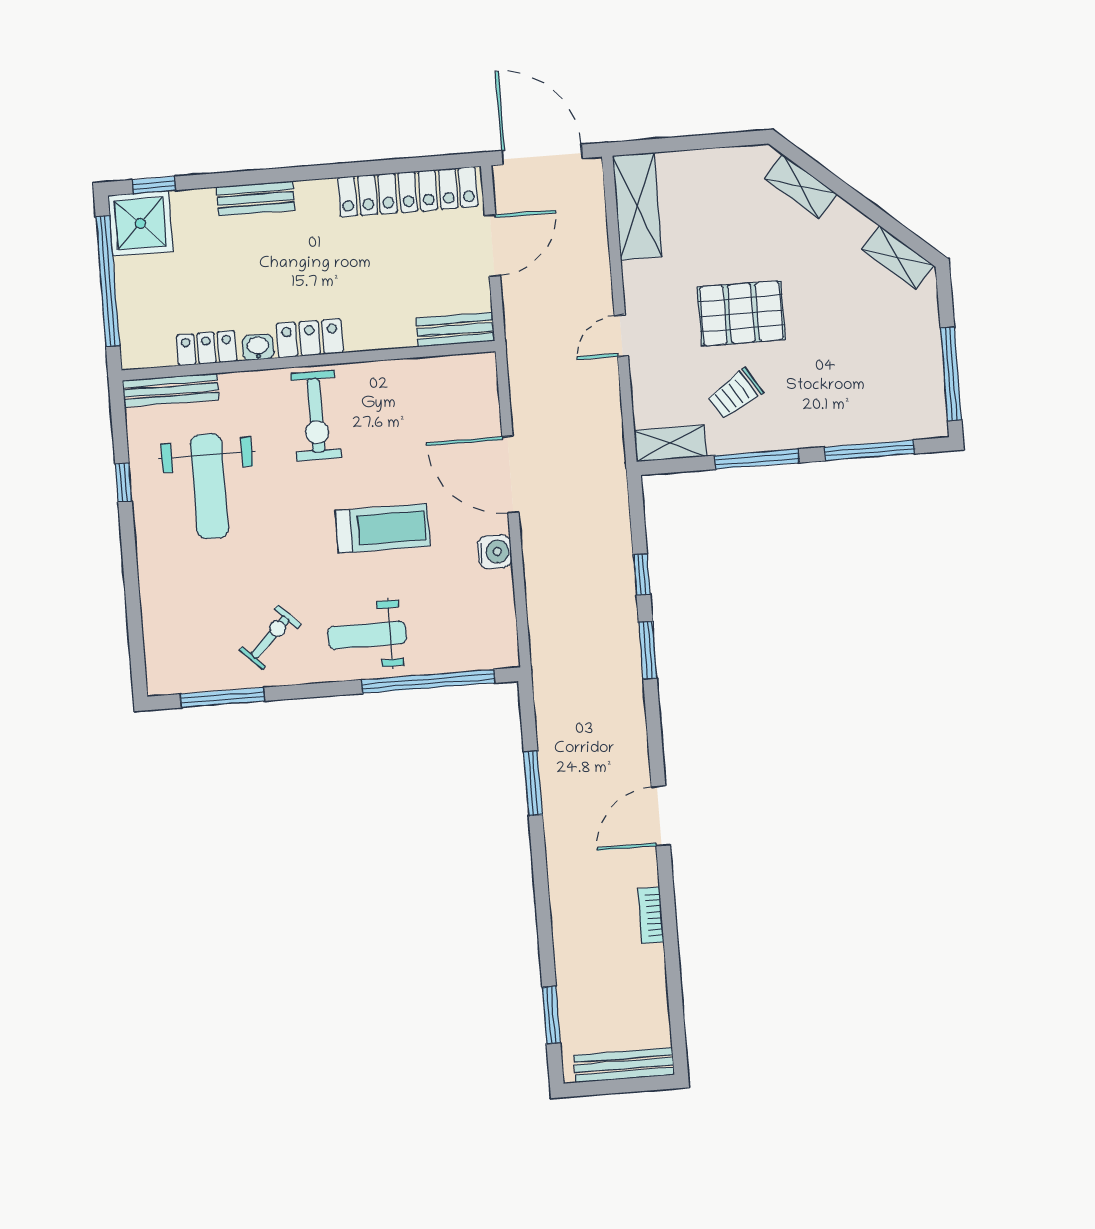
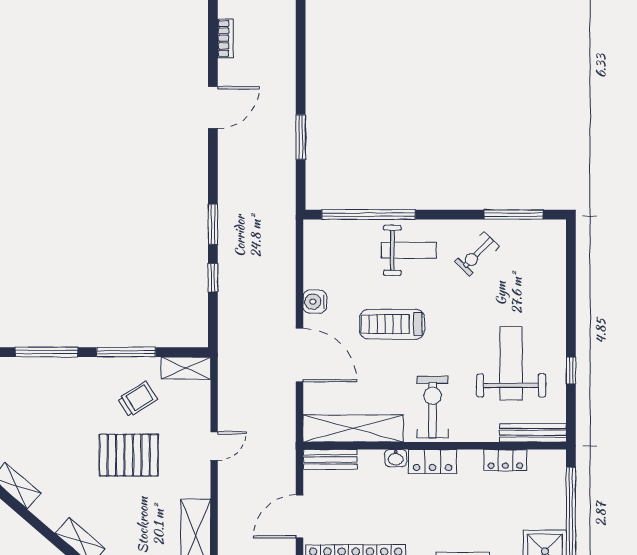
washbasin: (258, 347) -> (396, 458), moved
shelving: (426, 376) -> (353, 429), added

